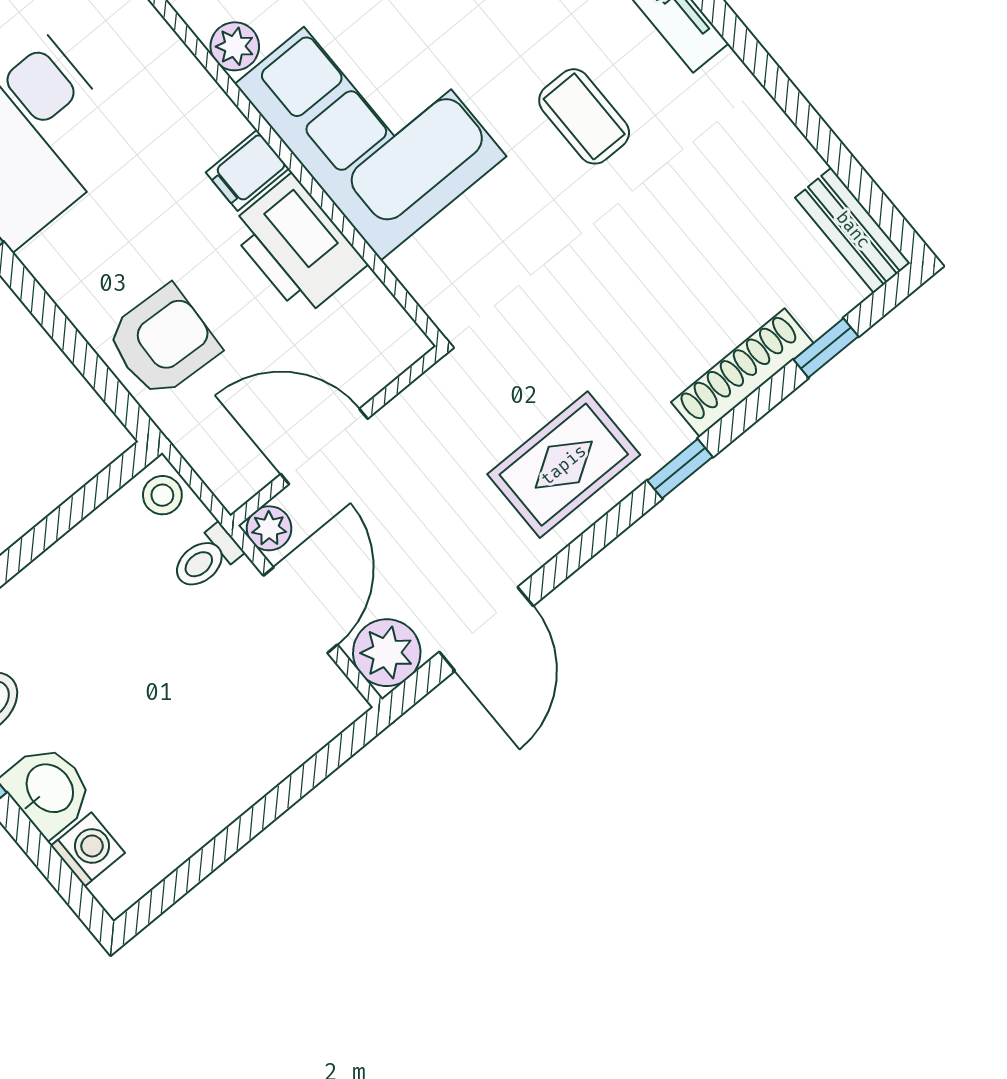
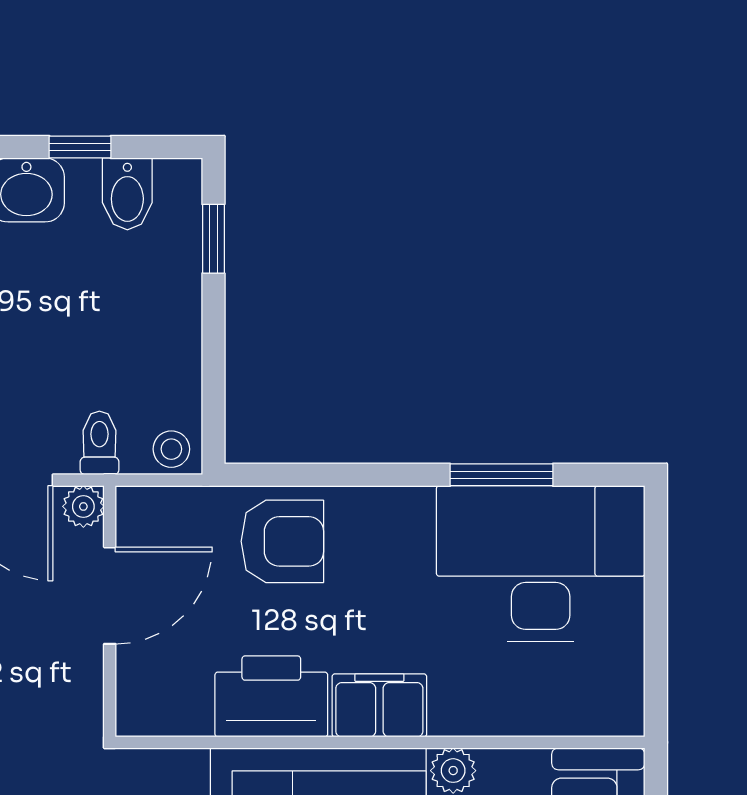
filing cabinet: (247, 170) -> (379, 705), width x2.00
armchair: (163, 342) -> (282, 541), turned -93

